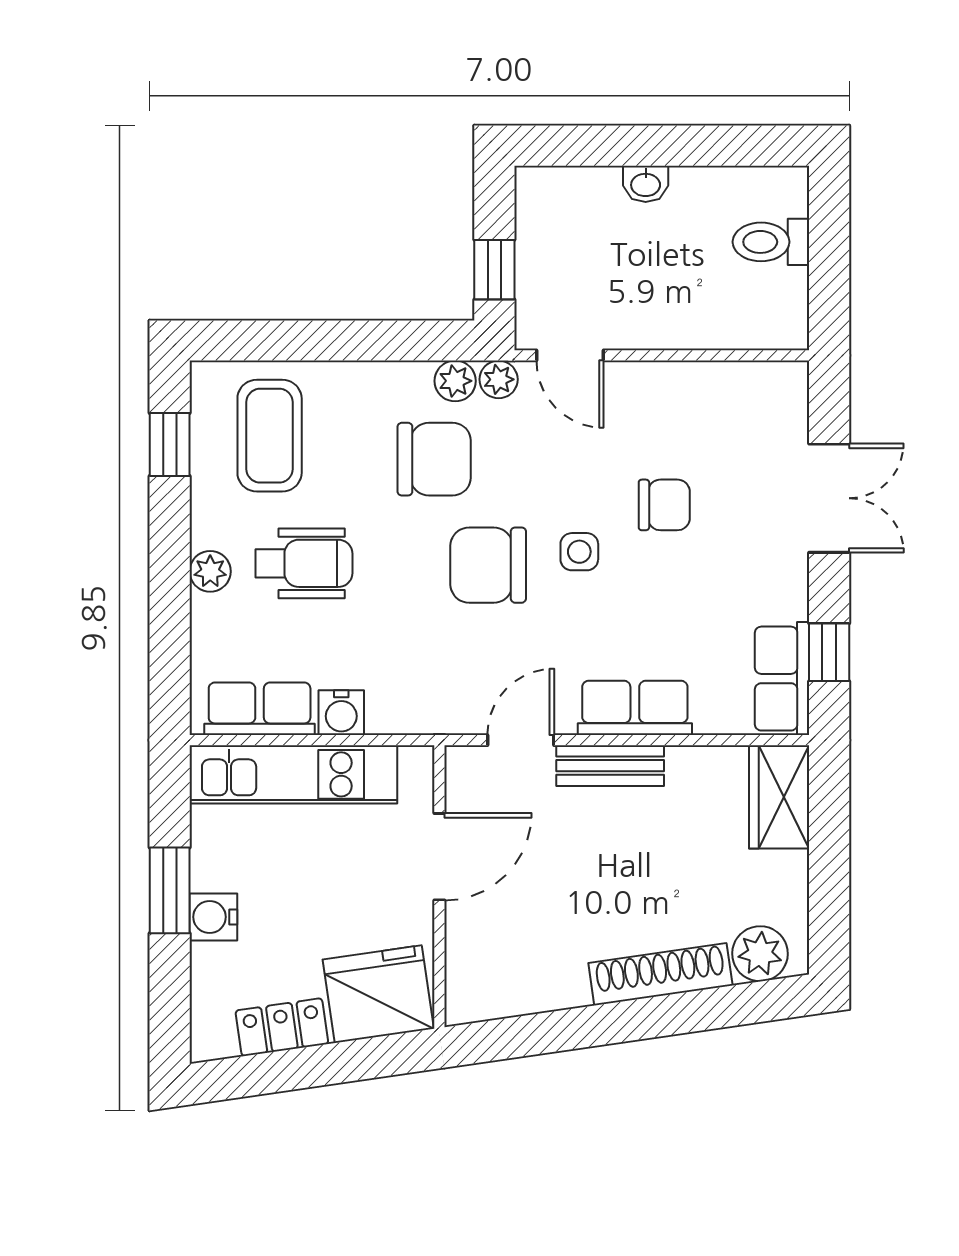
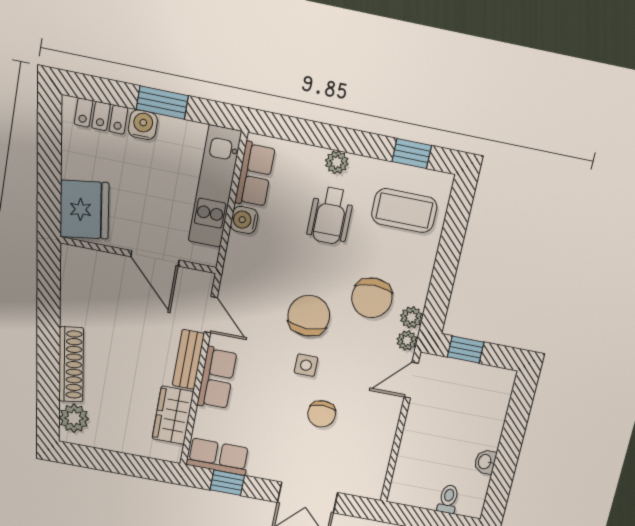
washbasin: (646, 184) -> (485, 462), moved
toilet: (771, 242) -> (448, 499), width x0.73, depth x0.72
wardrobe: (779, 797) -> (173, 415), moved, turned -90
locker: (282, 1027) -> (101, 116), moved, turned 98

